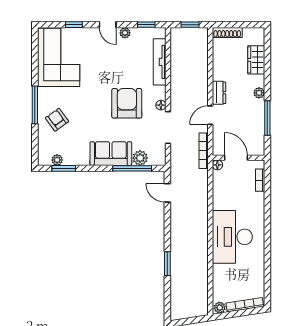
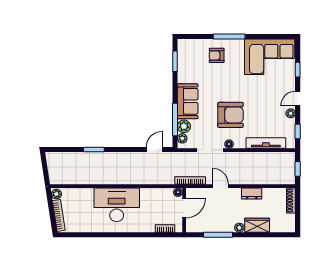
wardrobe: (256, 60) -> (257, 225), moved
dresser: (219, 93) -> (252, 194), moved
armchair: (57, 120) -> (217, 55), turned -144
plant: (57, 160) -> (182, 138), moved

